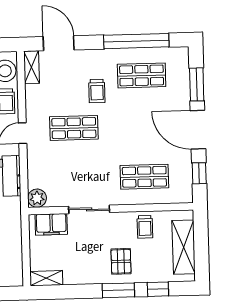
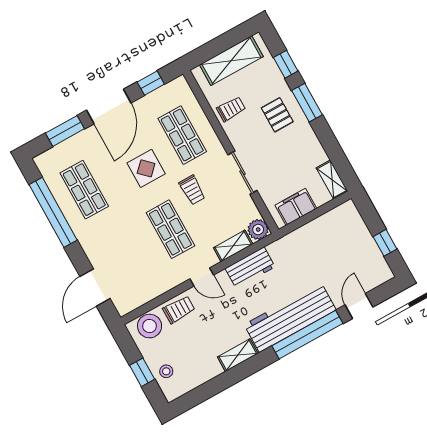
shelving: (31, 67) -> (233, 246), moved
trolley: (97, 91) -> (192, 190), moved, turned 90
display table: (133, 134) -> (146, 168), added
filing cabinet: (51, 224) -> (296, 207), moved, turned -90
pallet: (121, 261) -> (277, 115), turned 90

